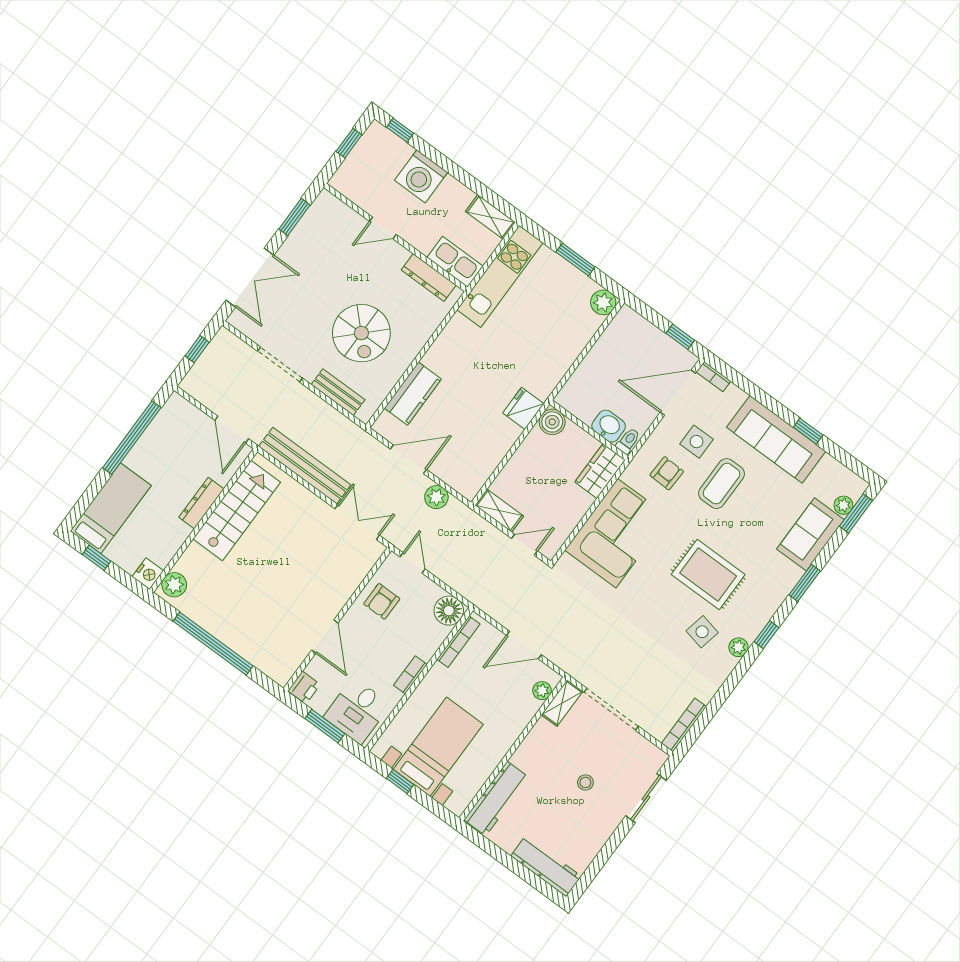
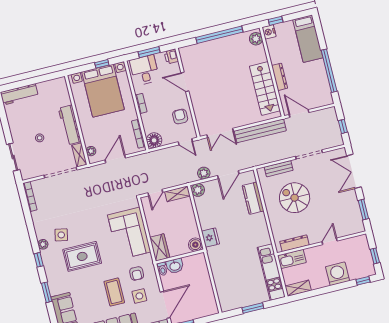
plant: (603, 302) -> (198, 190), moved
window: (97, 558) -> (276, 21), moved
bed with nightstands: (438, 747) -> (103, 91), width x1.36
workbench: (496, 799) -> (70, 125), moved

